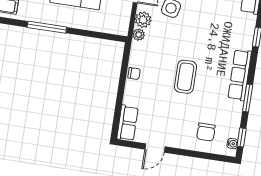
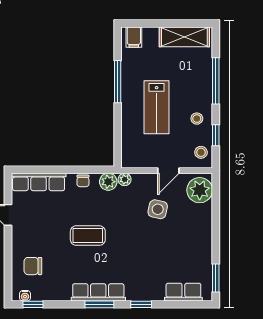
plant: (143, 20) -> (108, 182), moved
window: (248, 98) -> (99, 304), moved
row of seats: (127, 123) -> (39, 182), width x1.48

